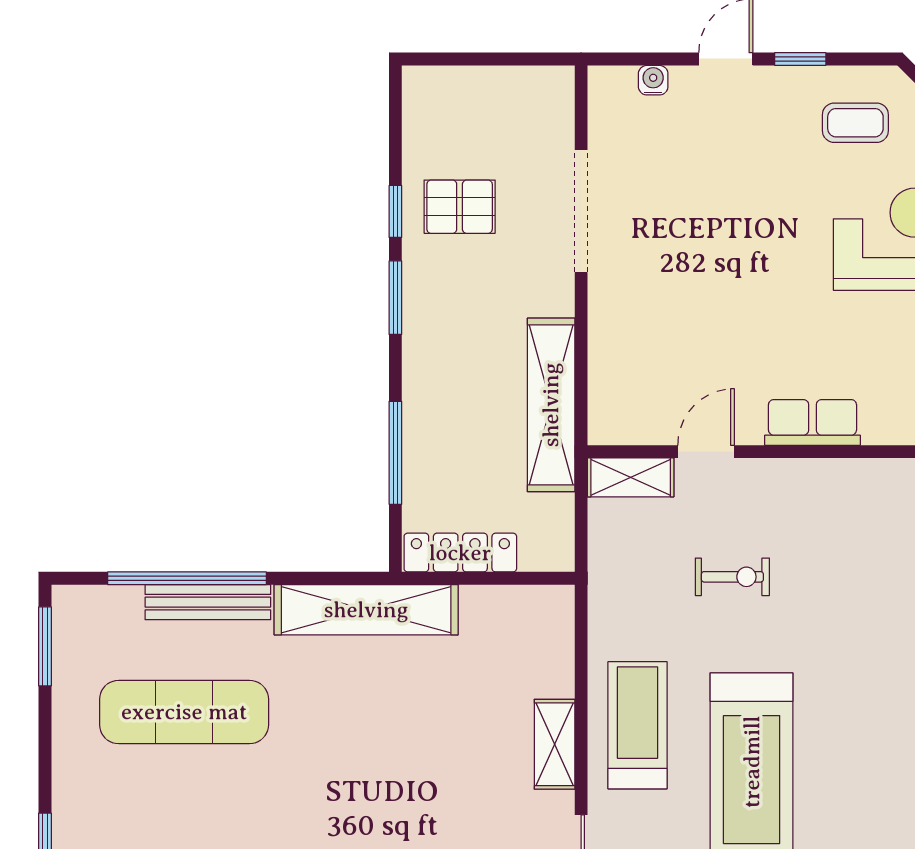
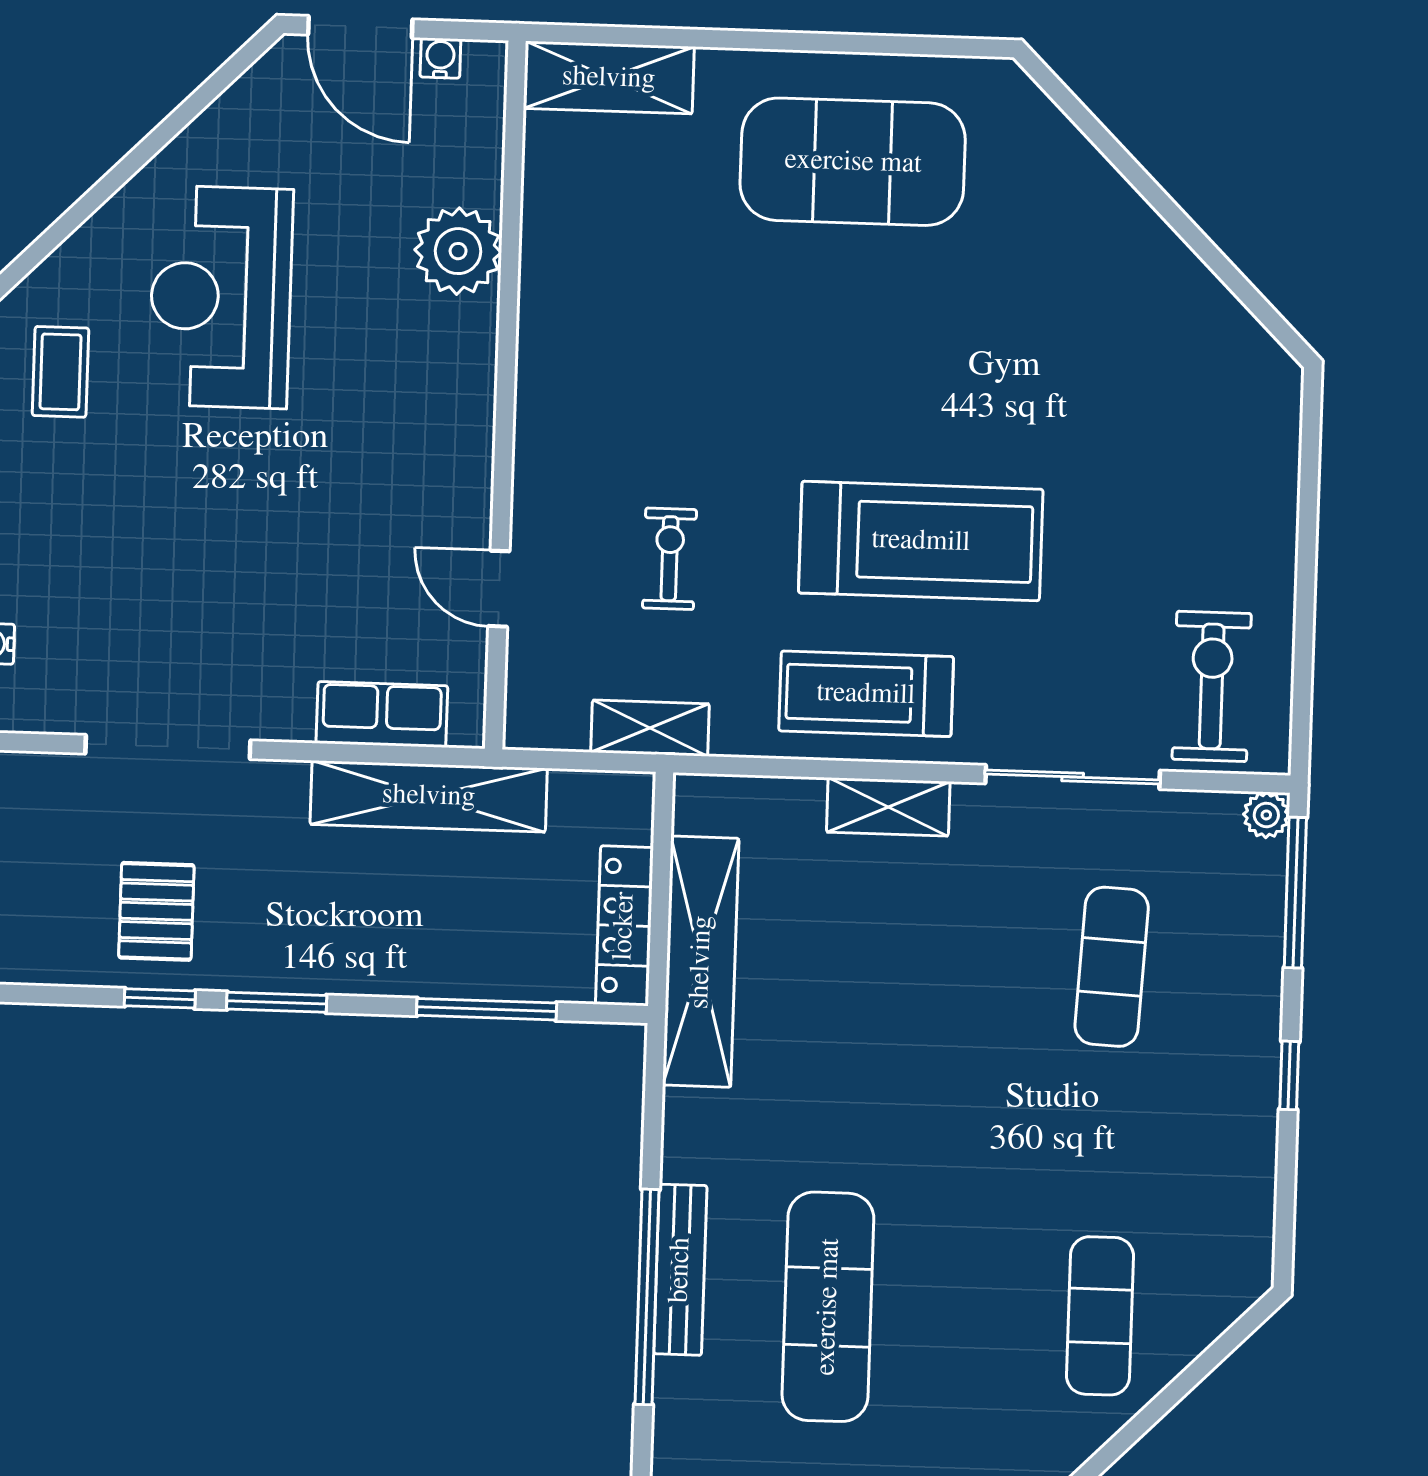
row of seats: (812, 422) -> (382, 715), moved, turned 90
shelving: (631, 477) -> (650, 728), moved, turned 90
shelving: (366, 610) -> (701, 962), moved

